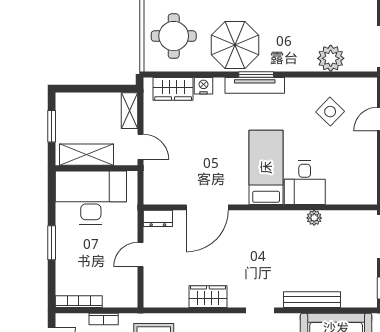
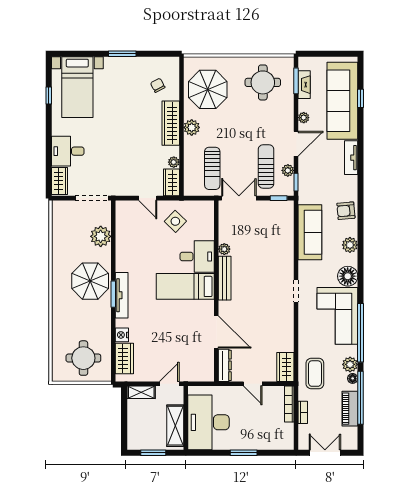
parasol: (235, 45) -> (90, 281), moved
side table: (330, 112) -> (175, 221), moved
dresser: (158, 218) -> (225, 365), width x1.44
wardrobe: (208, 297) -> (285, 367), moved
bench: (312, 300) -> (225, 278), moved
bookcase: (79, 302) -> (289, 404), moved

